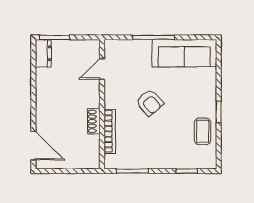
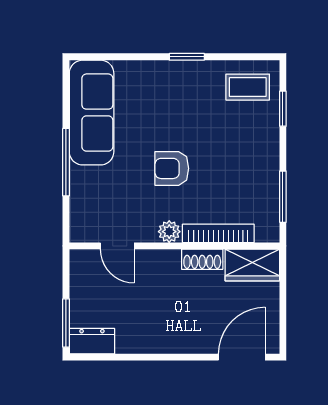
plant: (111, 101) -> (169, 232), added
armchair: (150, 103) -> (172, 168), turned -139
coffee table: (203, 131) -> (248, 87), moved
wardrobe: (90, 152) -> (252, 265), added

